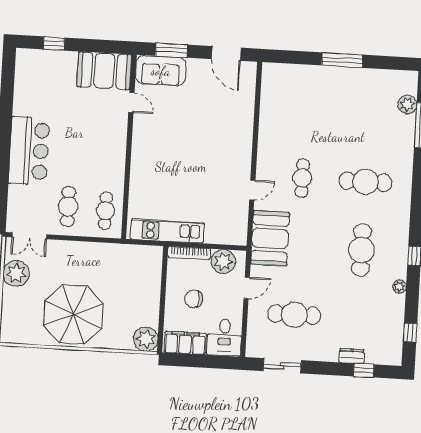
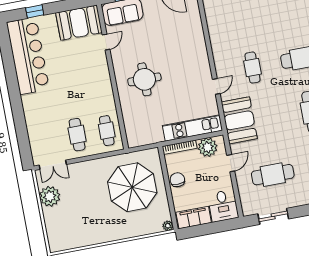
door: (131, 103) -> (106, 42), hinge flipped
bar counter: (29, 151) -> (28, 56), moved, width x1.36
round table: (167, 160) -> (144, 79), added
kitchen unit: (167, 231) -> (192, 128), moved
chair: (194, 299) -> (177, 180), moved, turned 90
parasol: (73, 314) -> (132, 187), moved
plant: (146, 339) -> (168, 226), width x0.53, depth x0.53

